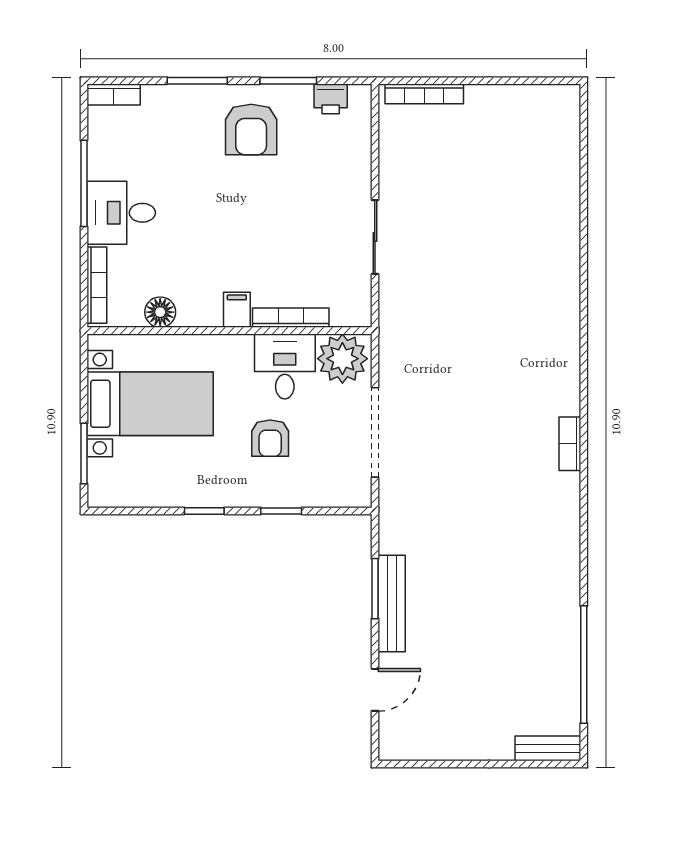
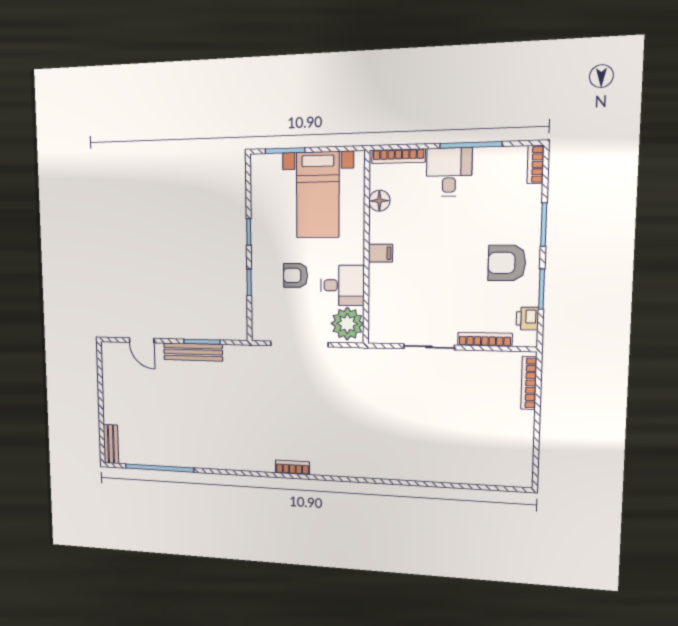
bookcase: (291, 318) -> (485, 339), moved, turned -90

